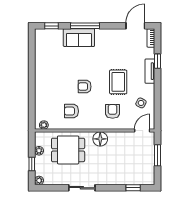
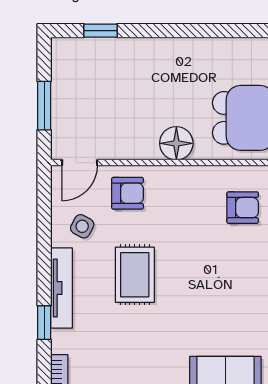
tv unit: (150, 71) -> (62, 288), width x1.41
armchair: (85, 87) -> (212, 264), removed
armchair: (113, 111) -> (128, 193), moved, turned -90
sliding door: (82, 188) -> (219, 31), removed

